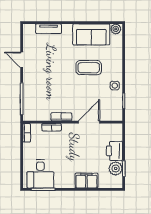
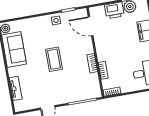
coffee table: (89, 68) -> (54, 59), moved
door: (89, 122) -> (91, 26), moved

